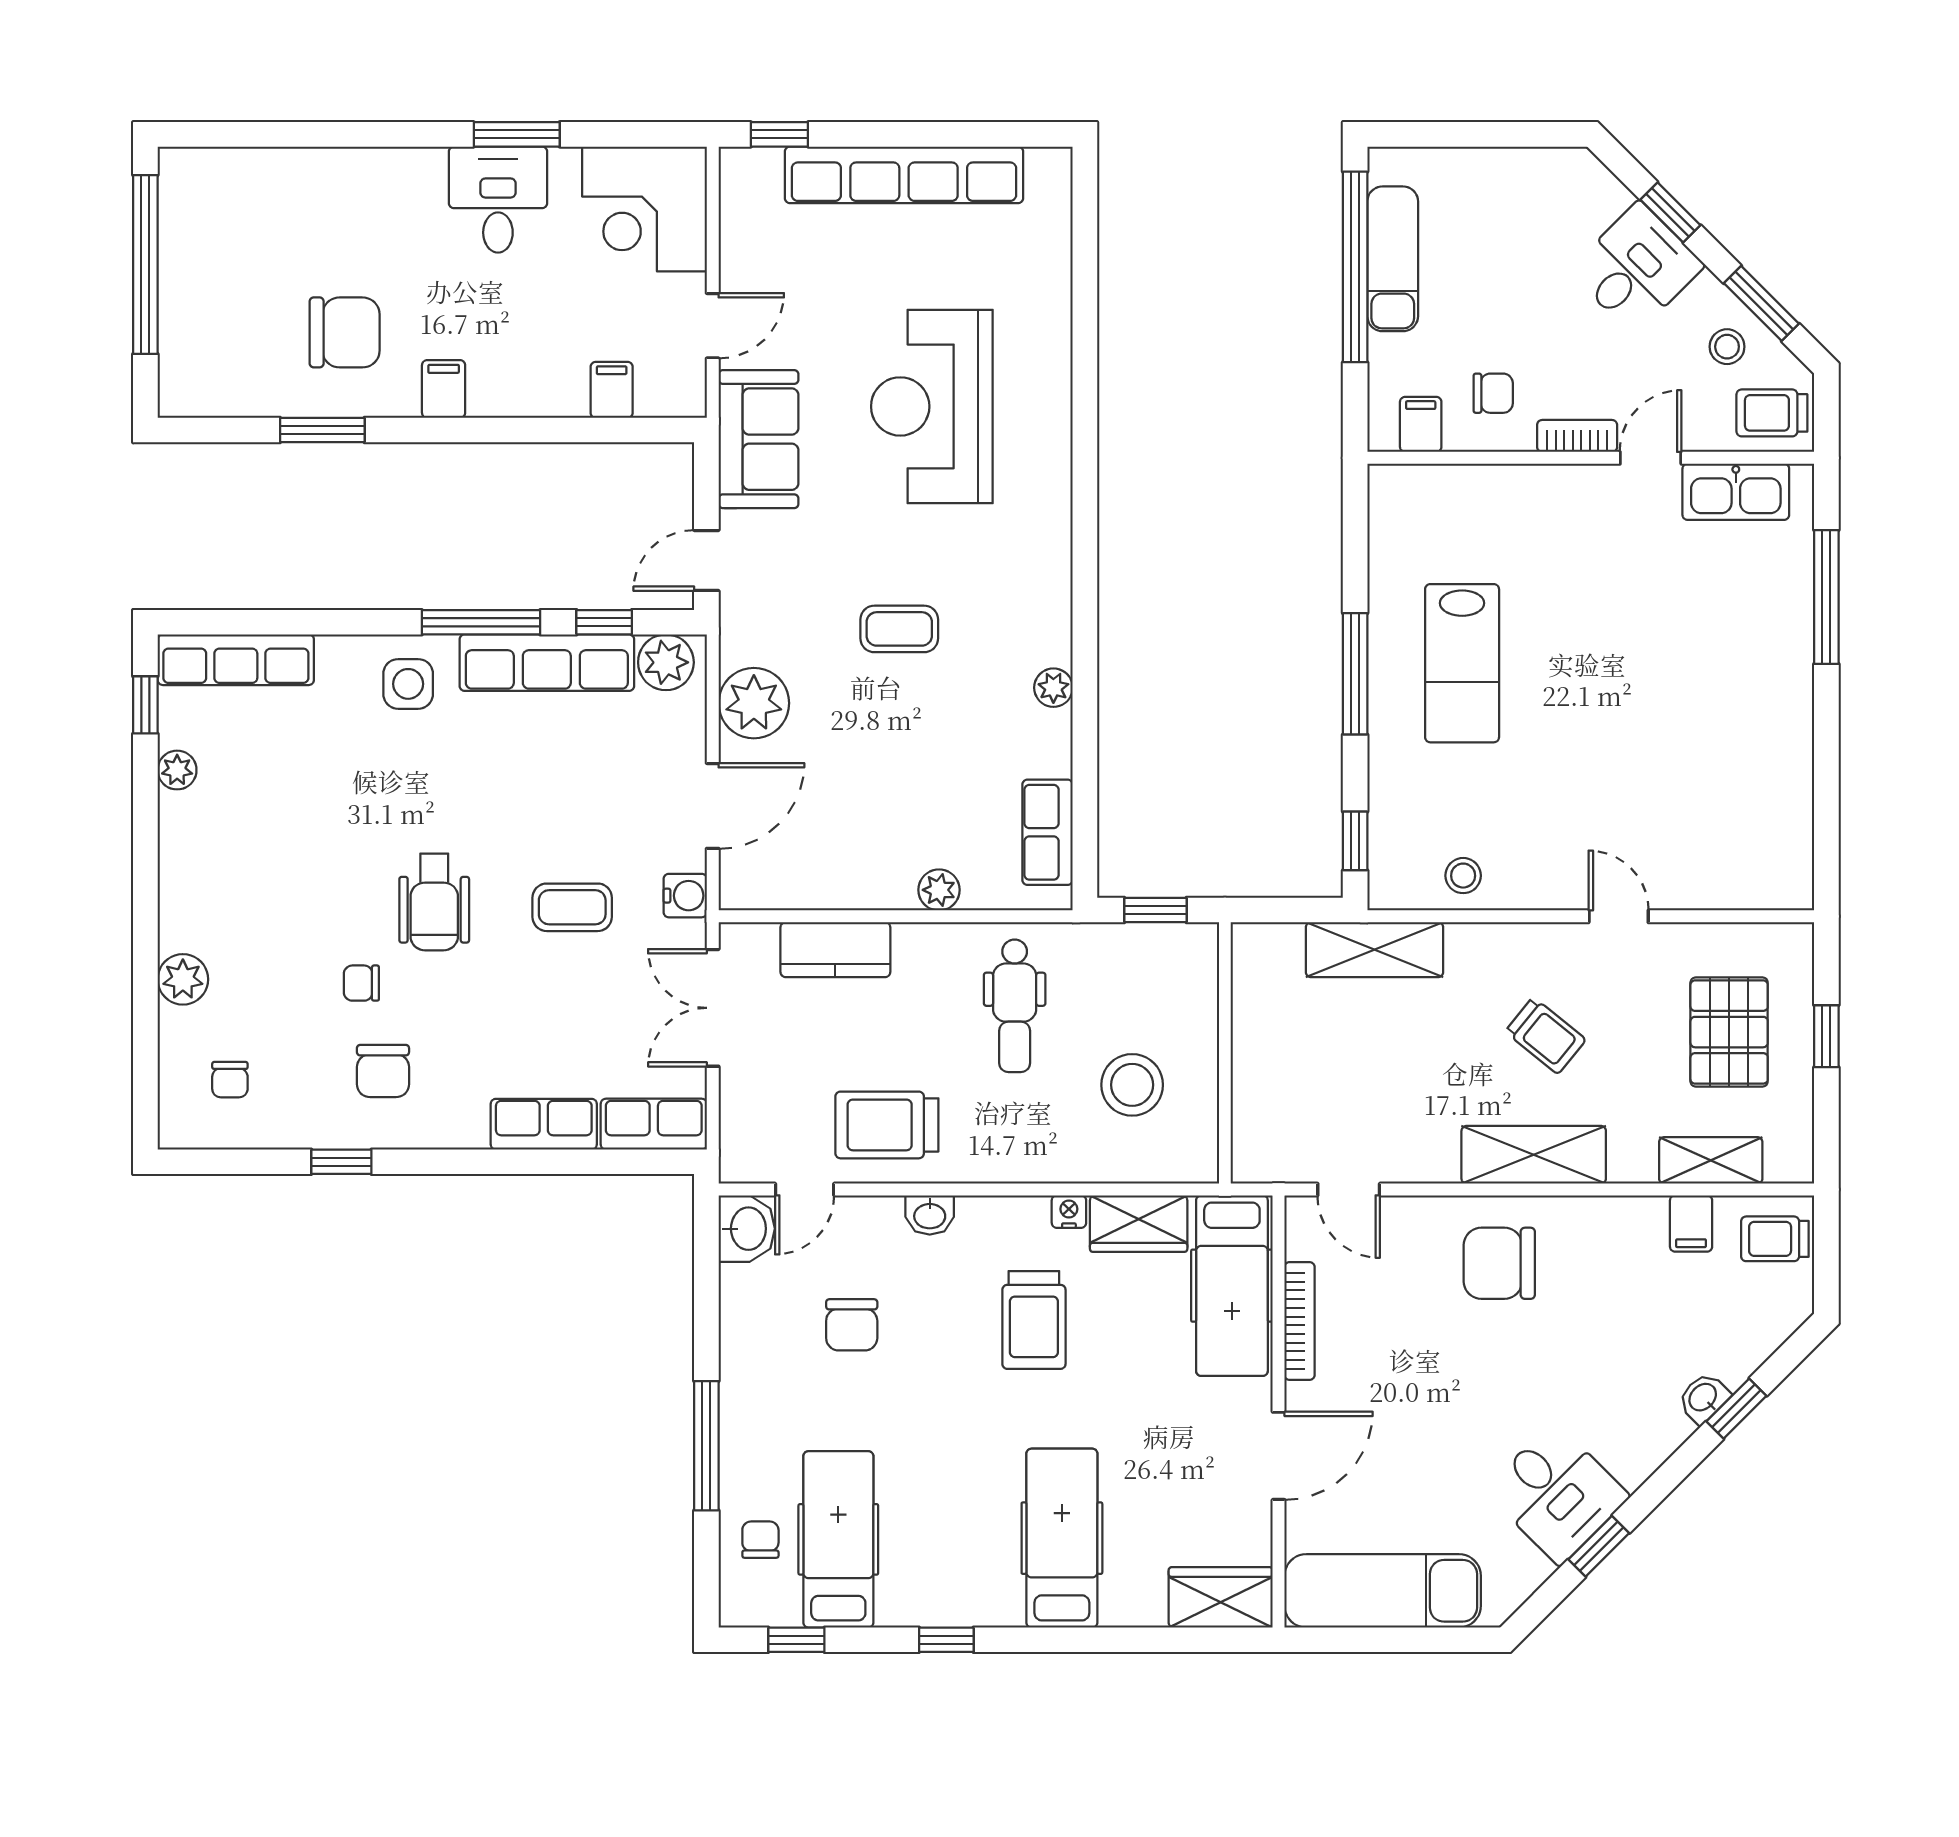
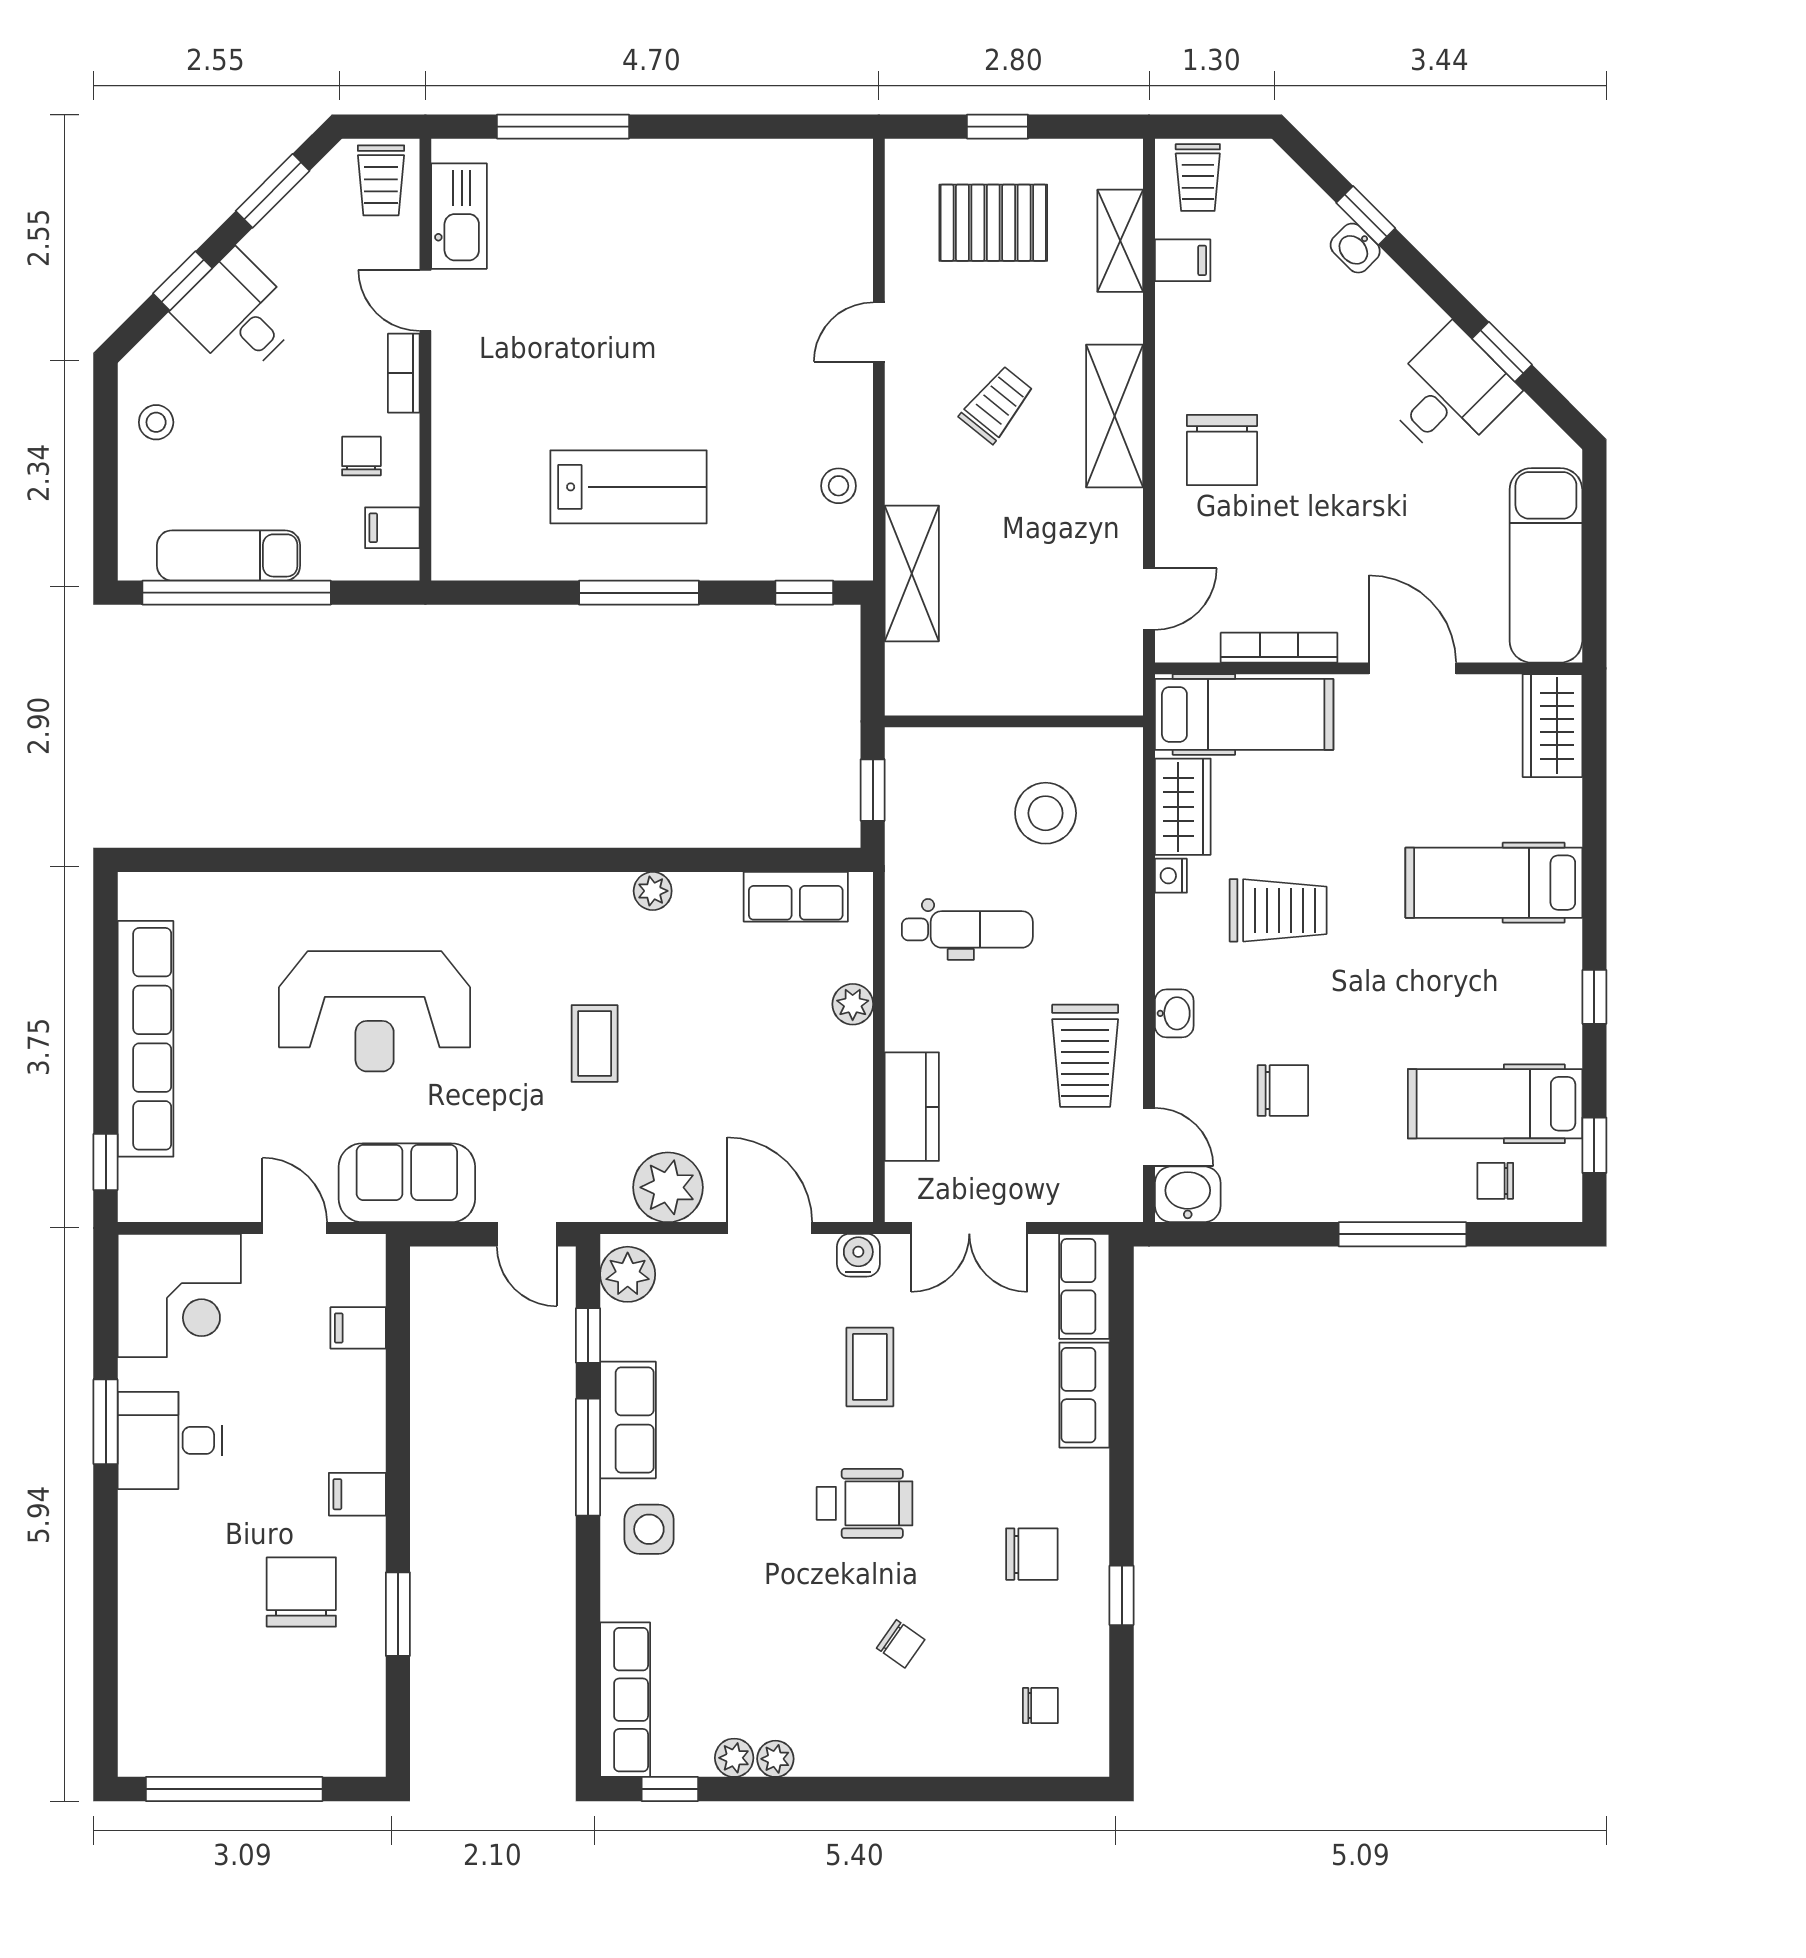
stool: (1727, 347) -> (156, 422), moved
row of seats: (547, 663) -> (628, 1420), width x0.68
plant: (183, 979) -> (775, 1759), moved, width x0.73, depth x0.73
chair: (361, 983) -> (901, 1644), moved, turned -55

